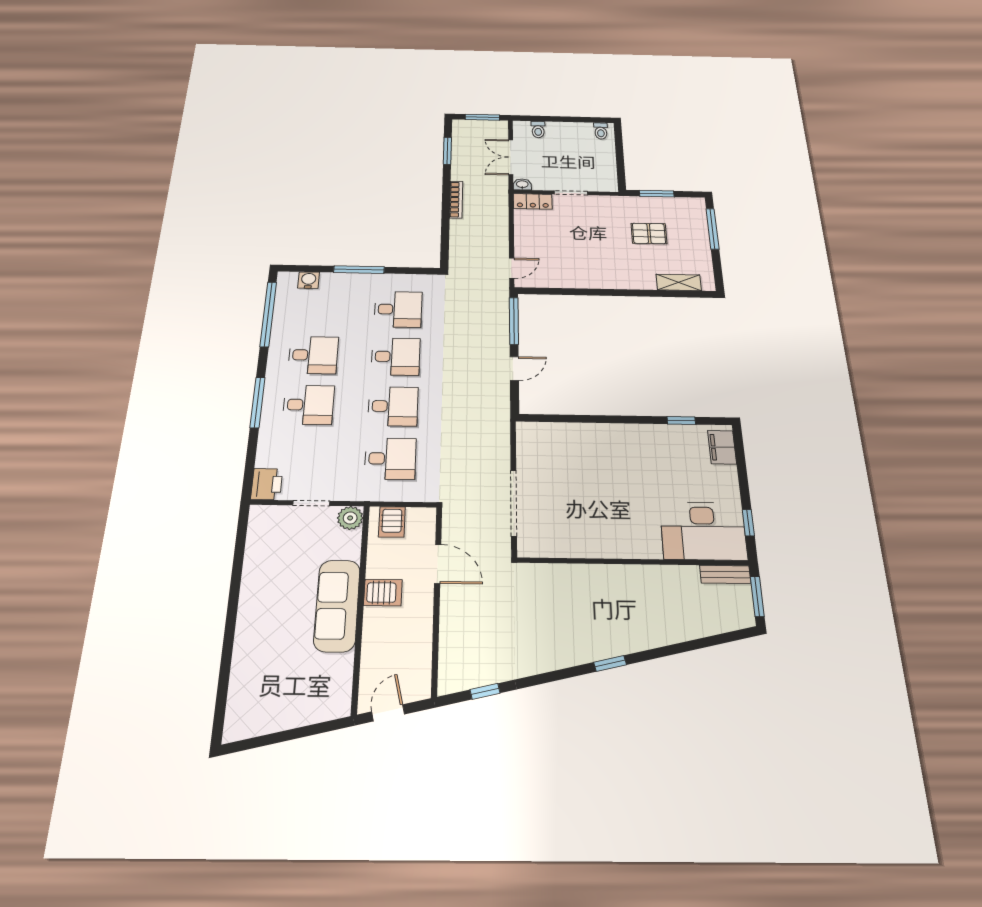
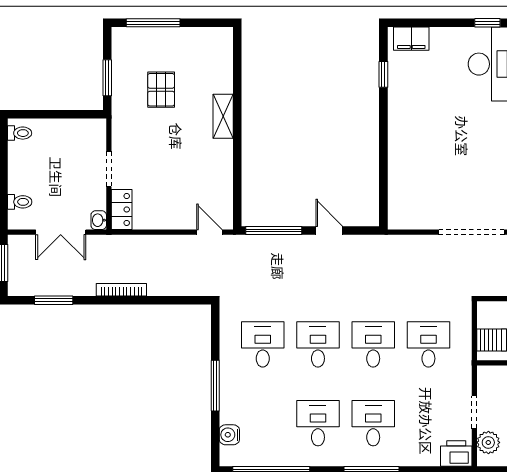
shelving: (679, 282) -> (223, 116), moved
plant: (350, 518) -> (488, 442), moved

